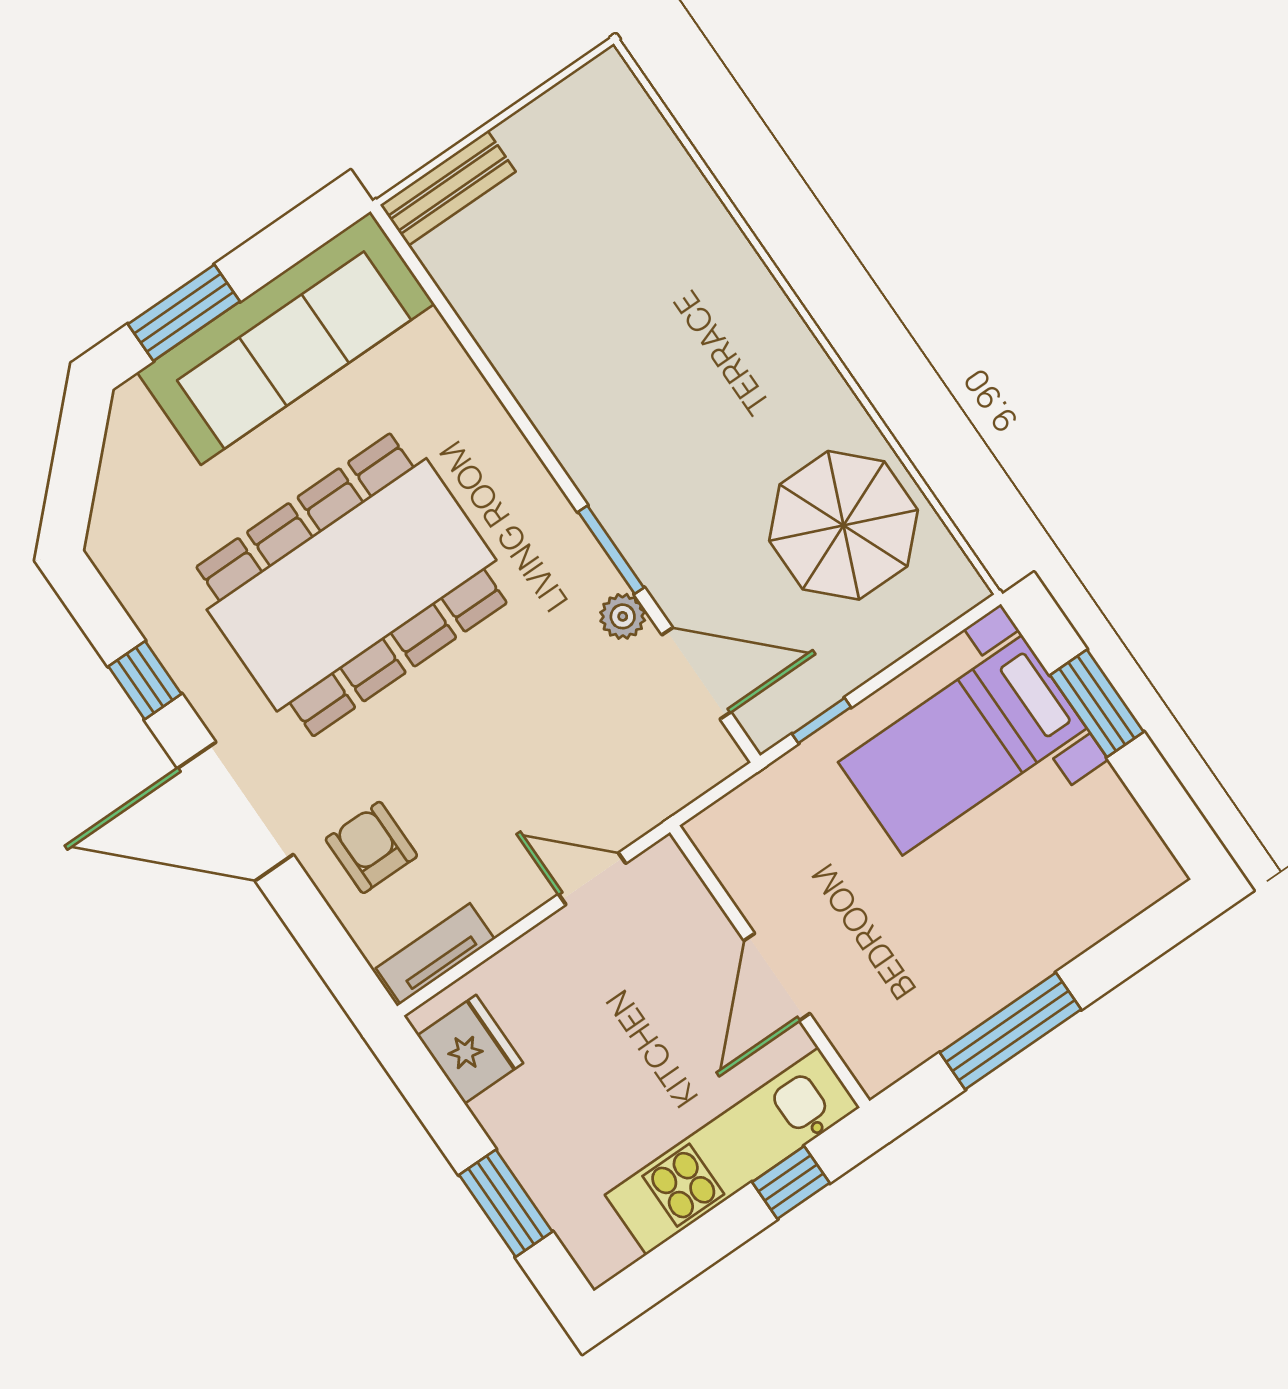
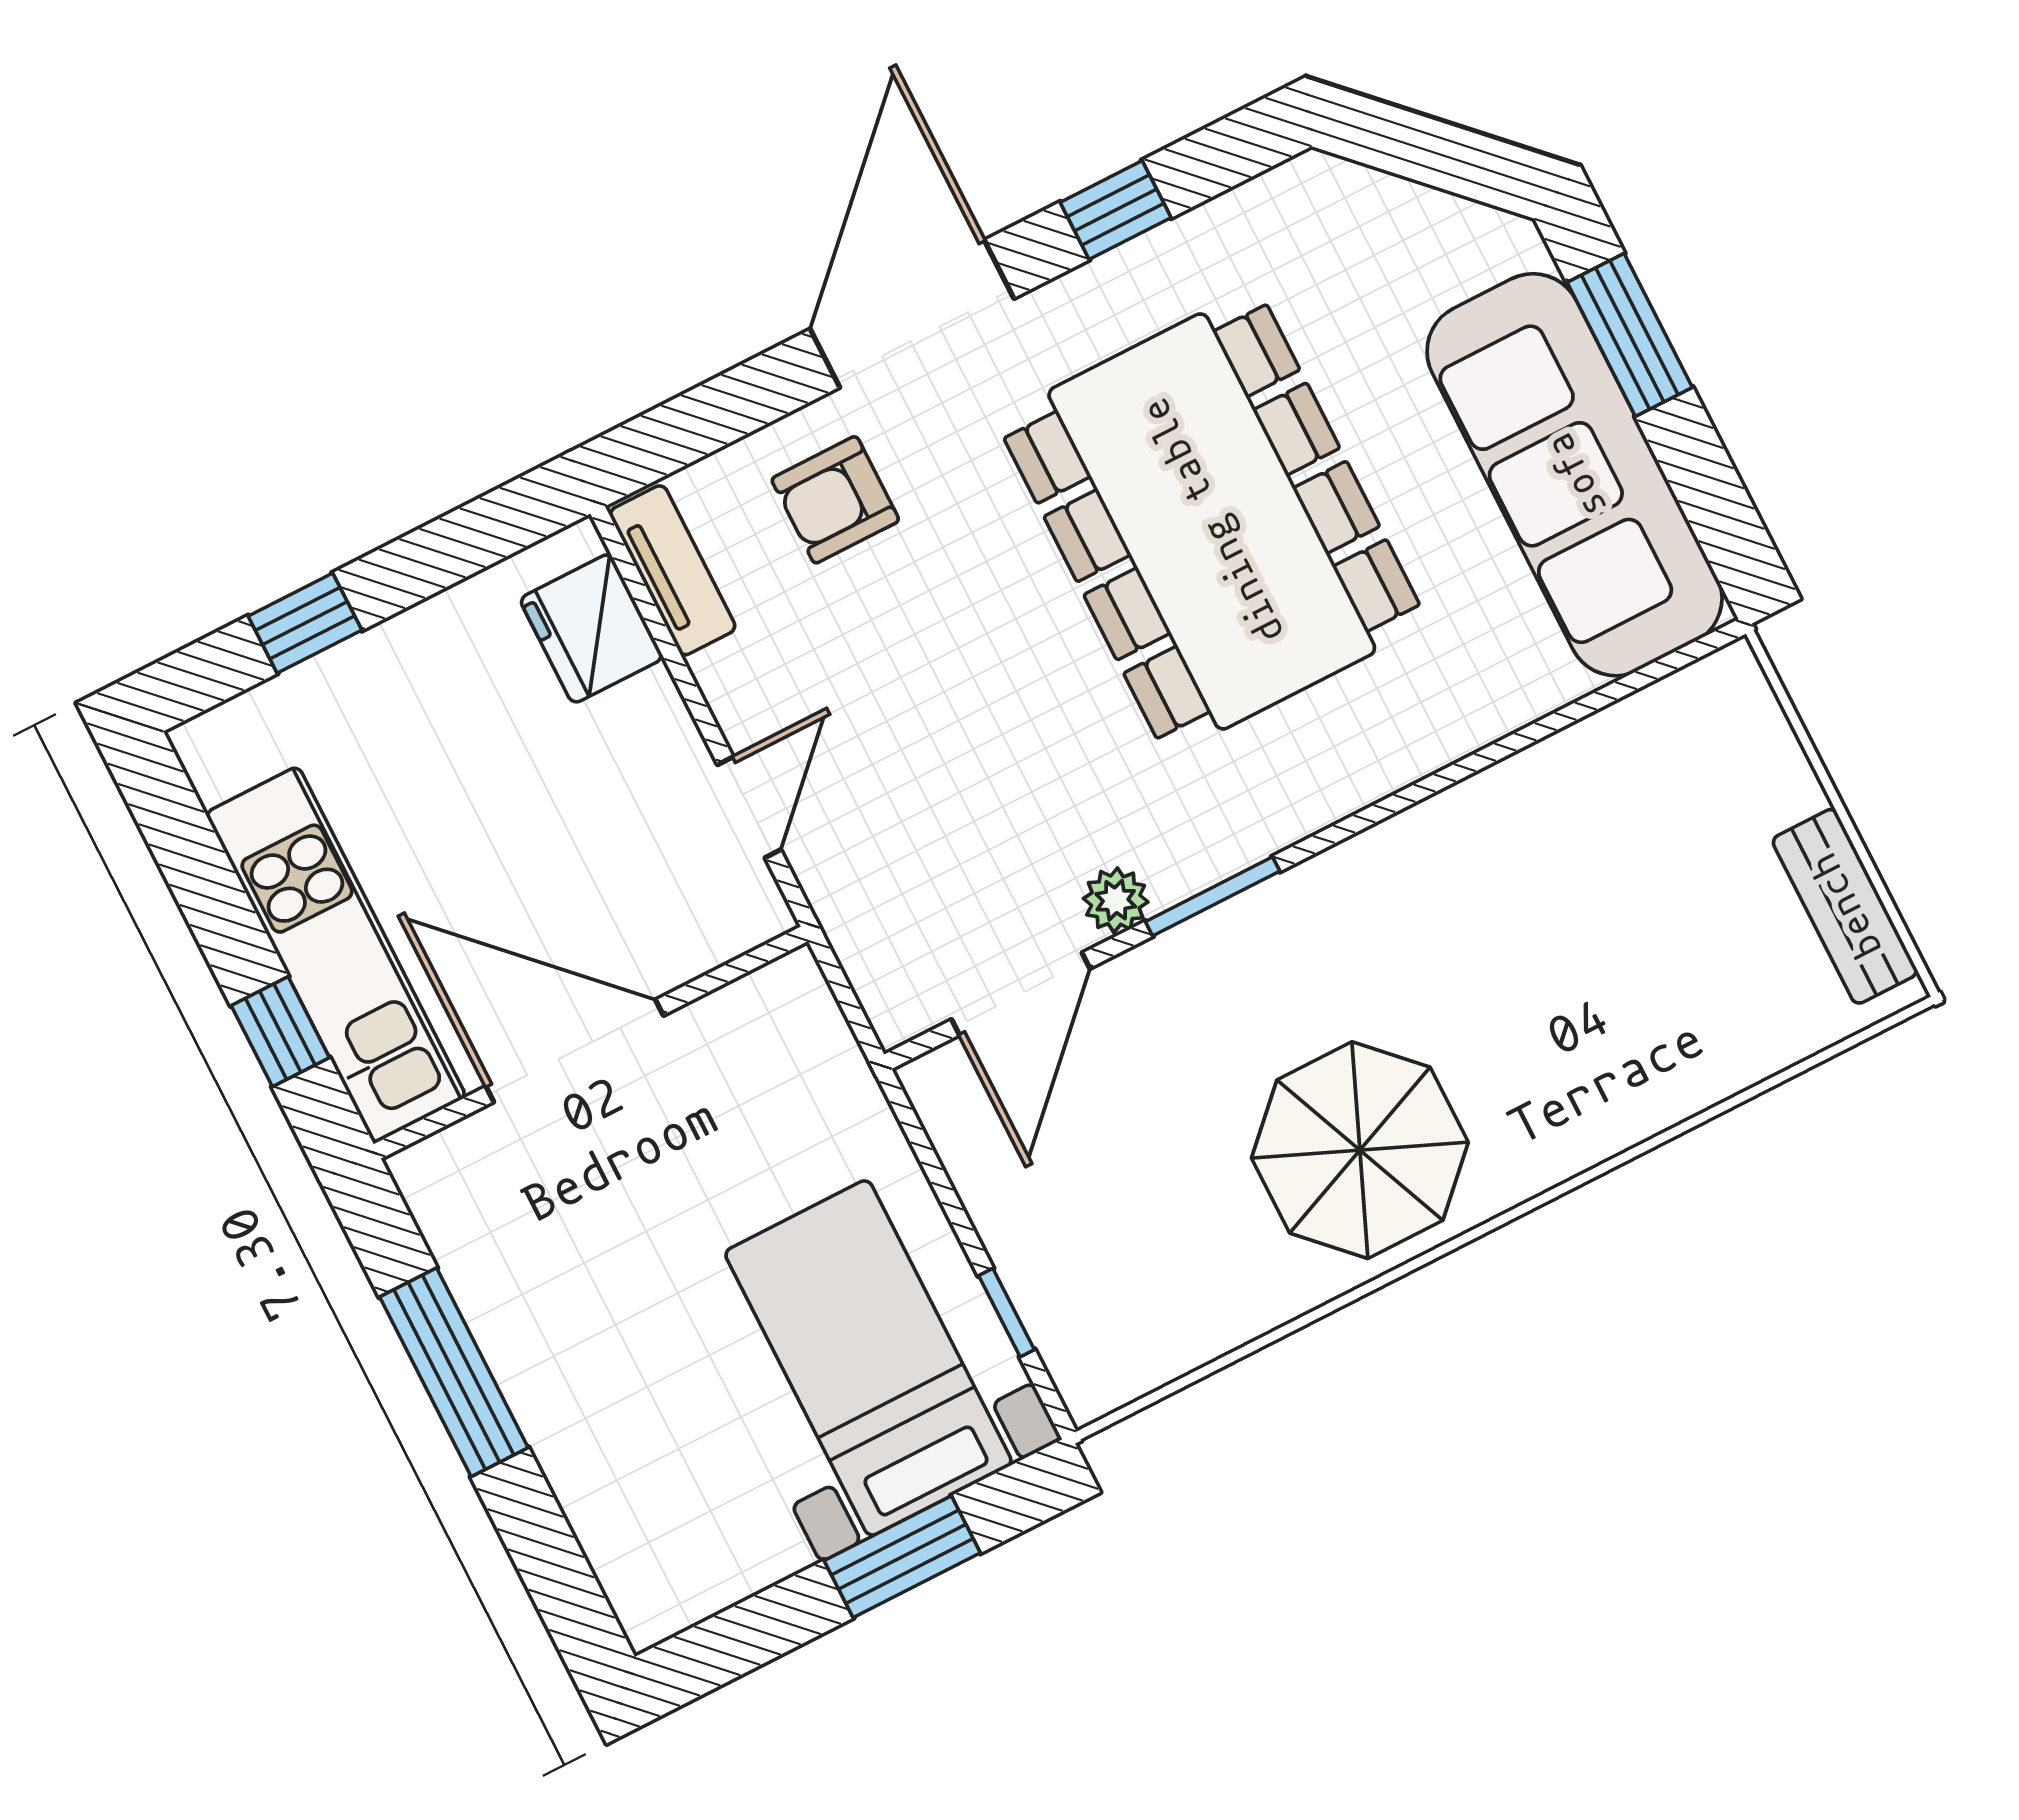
bench: (448, 188) -> (1845, 906), moved
parasol: (843, 525) -> (1360, 1150), moved
window: (822, 721) -> (1007, 1313), moved
armchair: (371, 847) -> (835, 500), turned 180
door: (777, 977) -> (575, 1051), width x1.36
fridge: (470, 1049) -> (591, 628), moved, turned 90
window: (506, 1203) -> (305, 623), width x0.67

